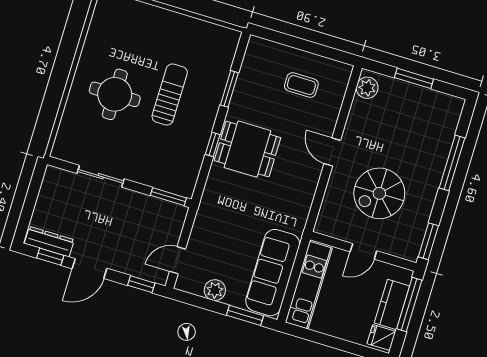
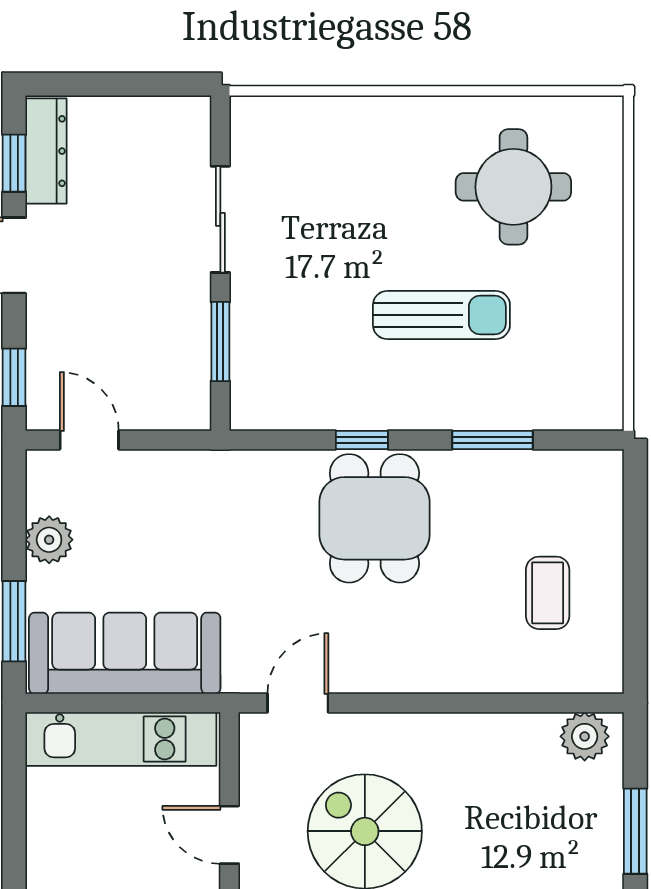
round table: (115, 94) -> (513, 187), moved
door: (332, 152) -> (298, 703), moved
window: (168, 197) -> (220, 341), moved

